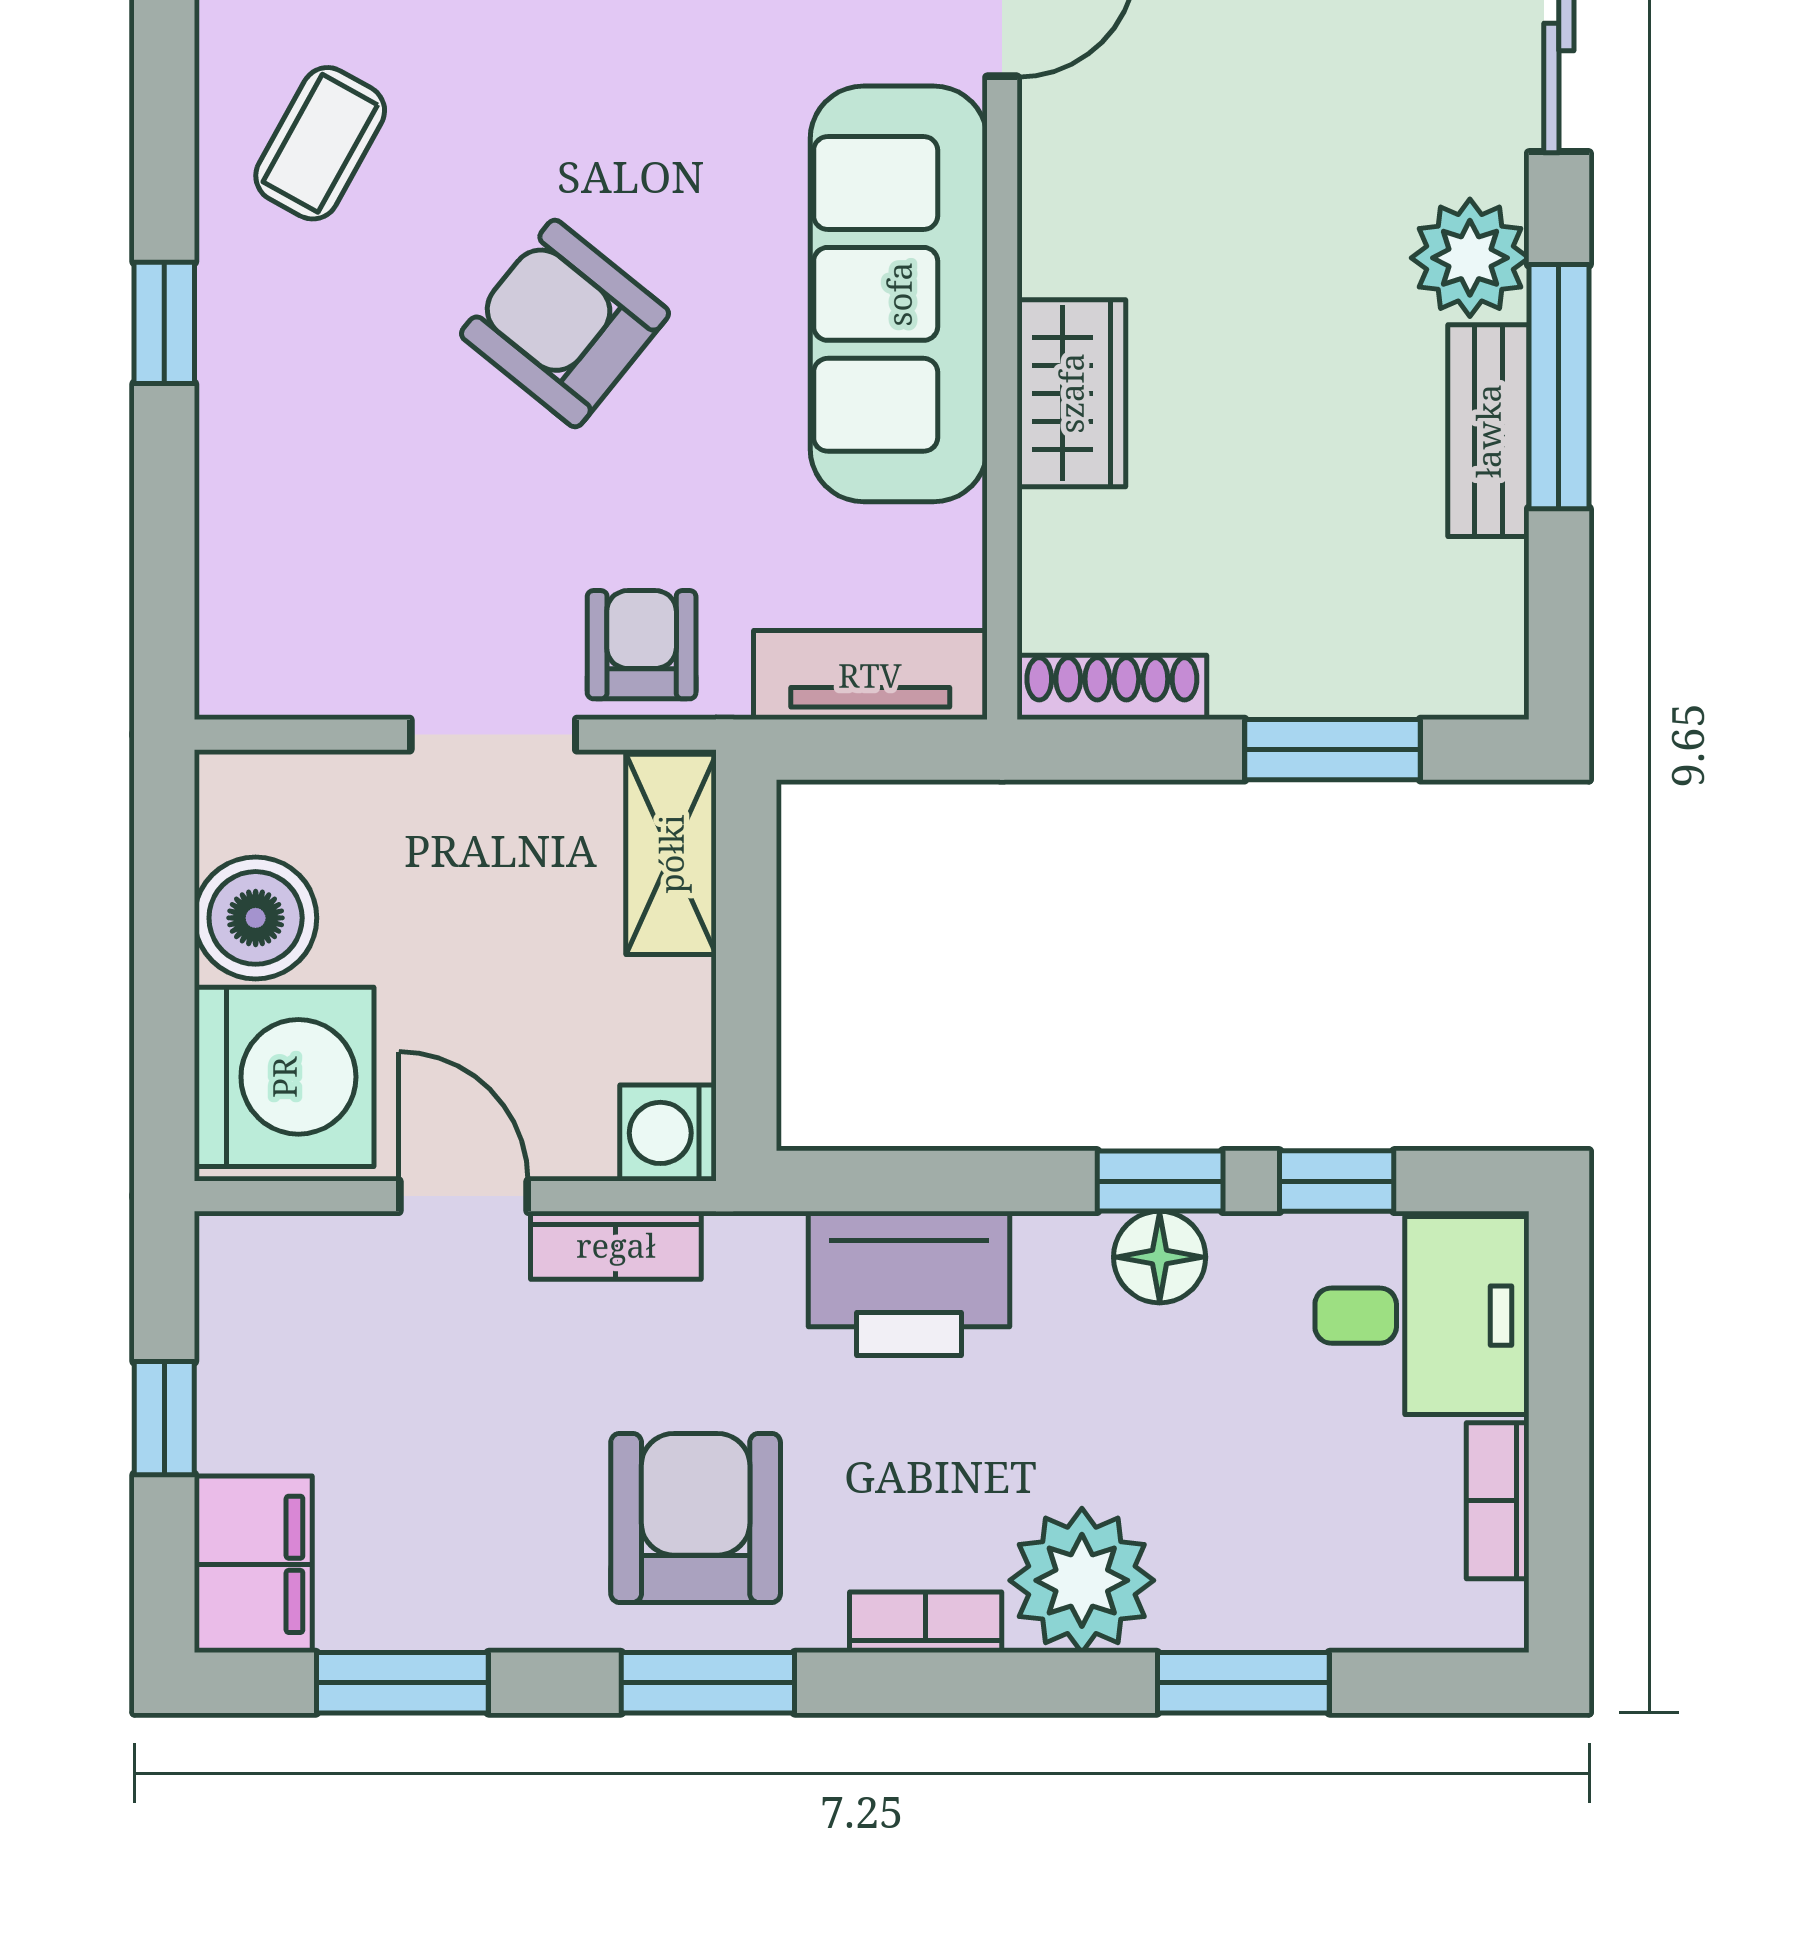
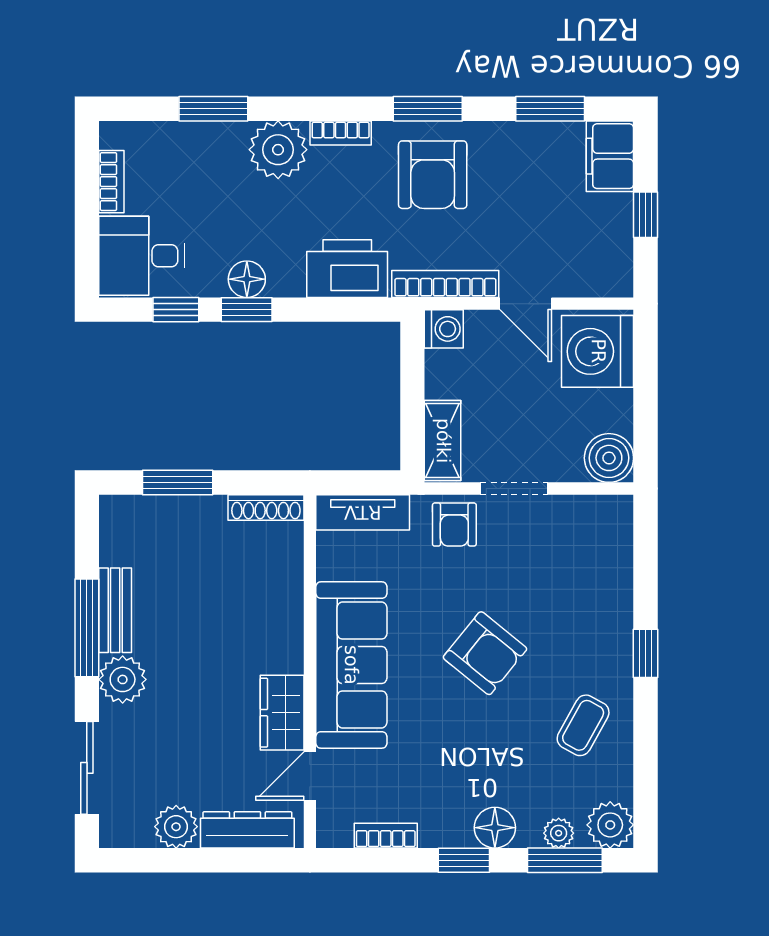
wardrobe: (1071, 393) -> (282, 713), moved
boiler: (256, 918) -> (609, 458), moved
bookcase: (616, 1245) -> (445, 284), width x1.56

